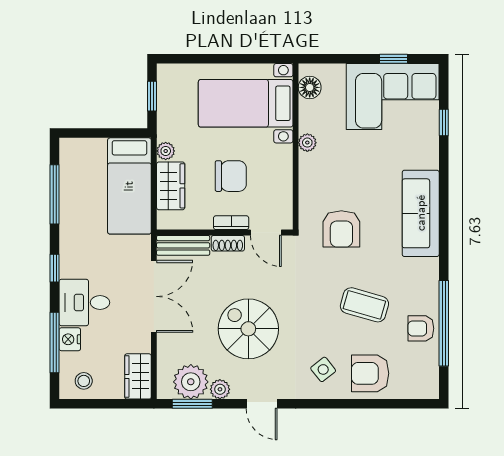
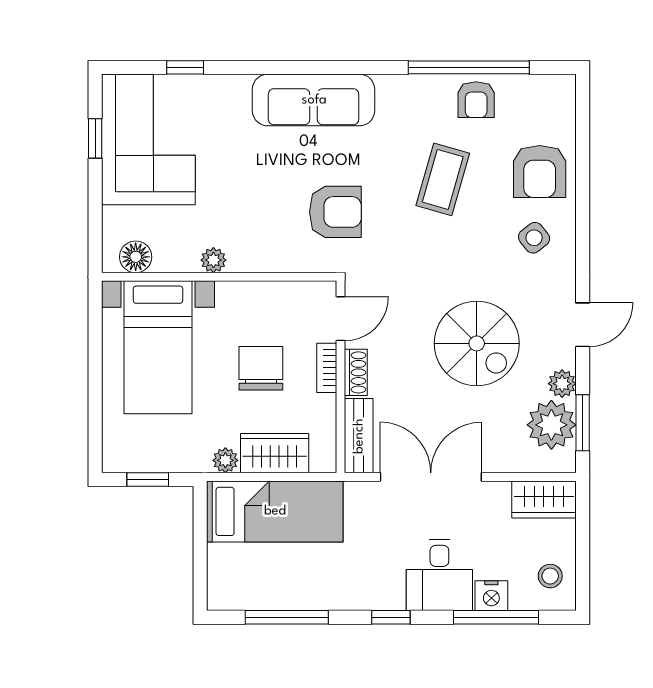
spiral stairs: (248, 329) -> (477, 343), turned -90

